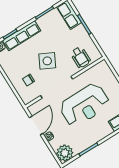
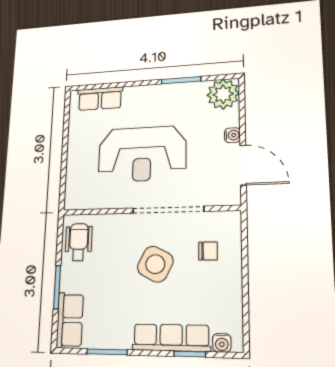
wheelchair: (81, 57) -> (79, 242), moved
reception desk: (84, 105) -> (142, 154), turned 180
door: (36, 126) -> (243, 165), swing flipped

